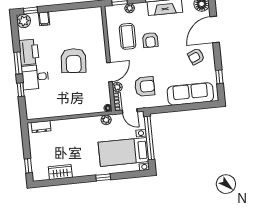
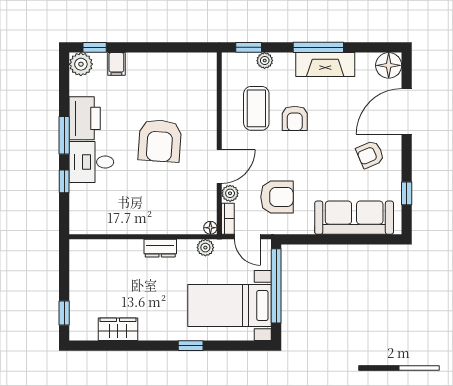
dresser: (41, 127) -> (160, 248), moved

